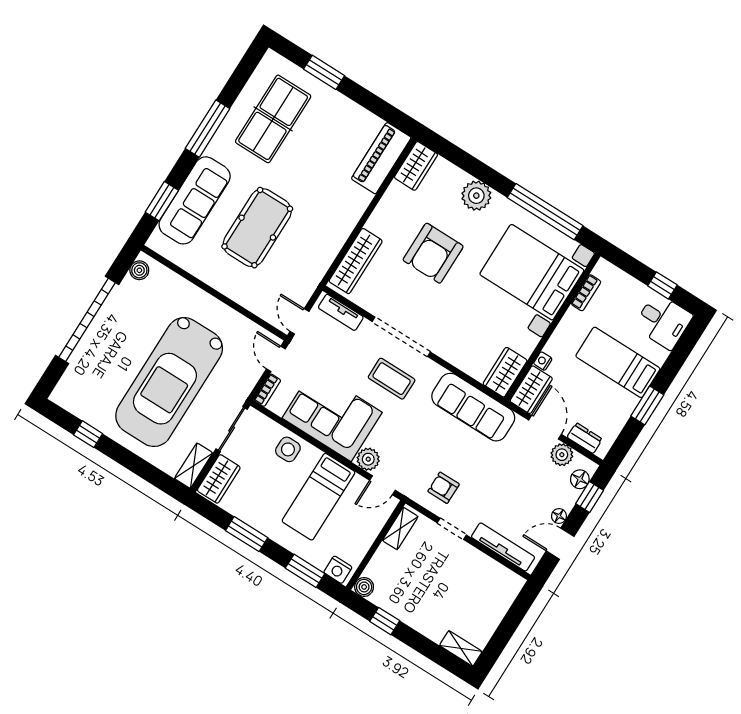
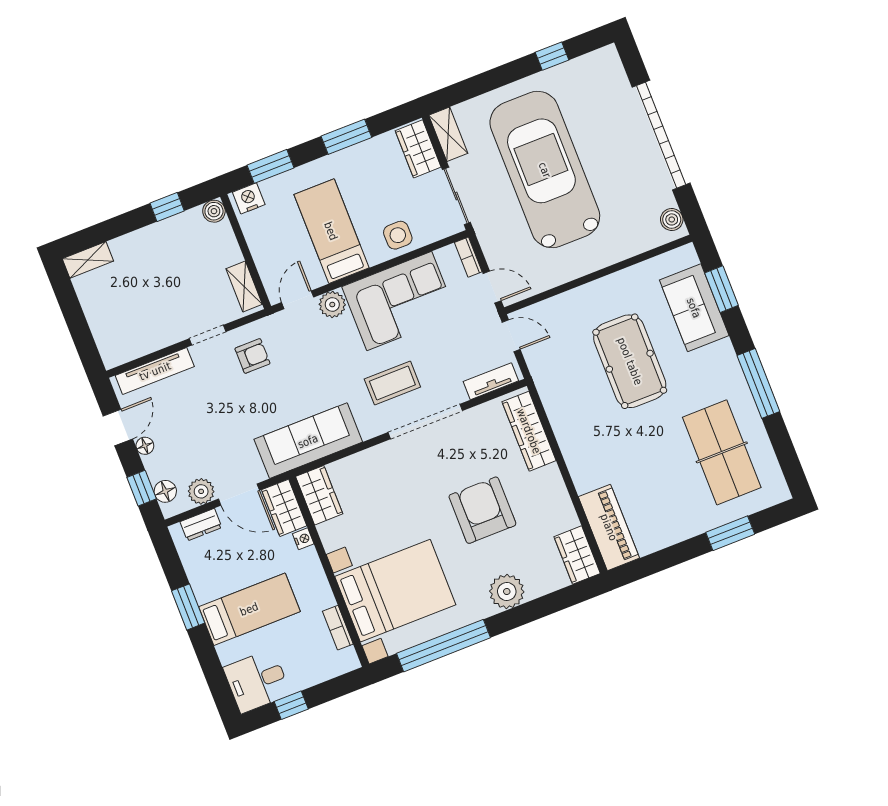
sofa: (195, 200) -> (694, 308), width x0.73

